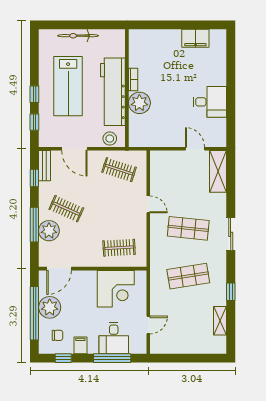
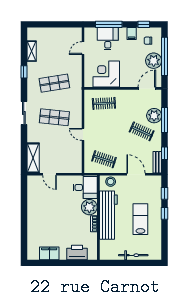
printer: (157, 39) -> (77, 252), added
lab bench: (68, 86) -> (140, 219), width x0.73, depth x0.72
desk: (210, 102) -> (85, 187), moved, turned 180

